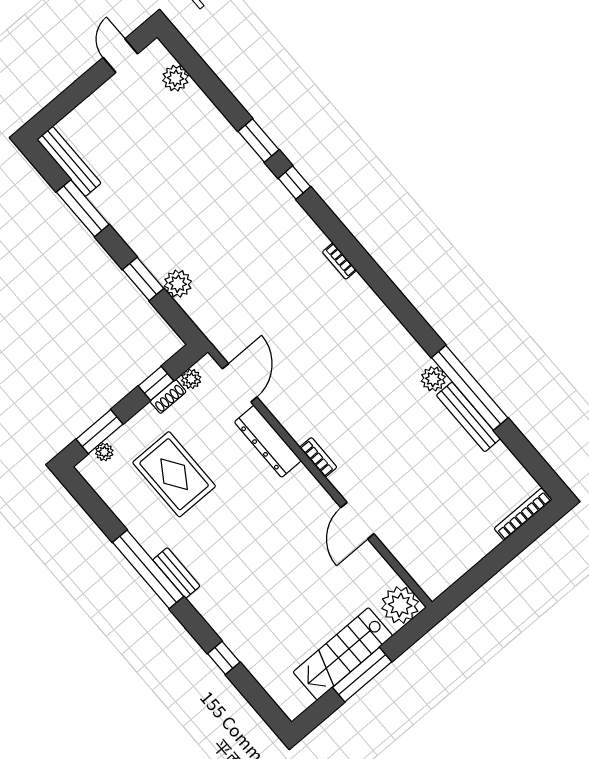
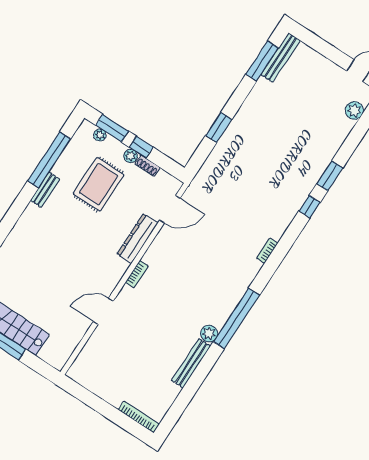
window: (83, 208) -> (262, 61), moved
plant: (178, 284) -> (222, 151), removed
plant: (191, 379) -> (131, 156), moved
window: (156, 383) -> (141, 147), moved
window: (470, 388) -> (236, 318), moved
window: (148, 569) -> (49, 160), moved
bench: (176, 573) -> (45, 190), moved
plant: (400, 605) -> (57, 355), removed

